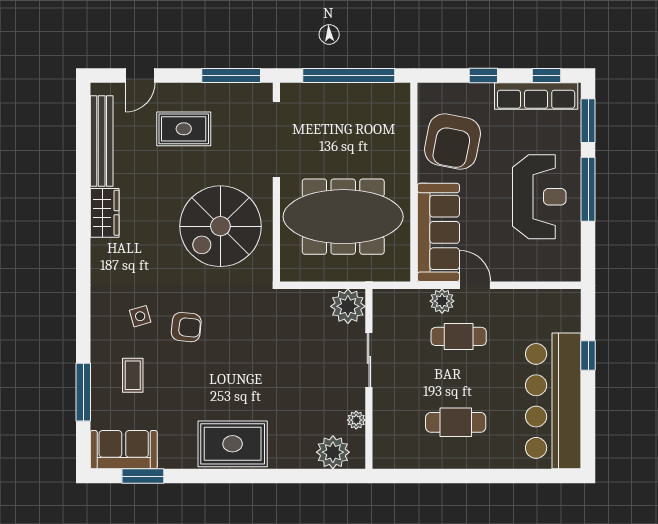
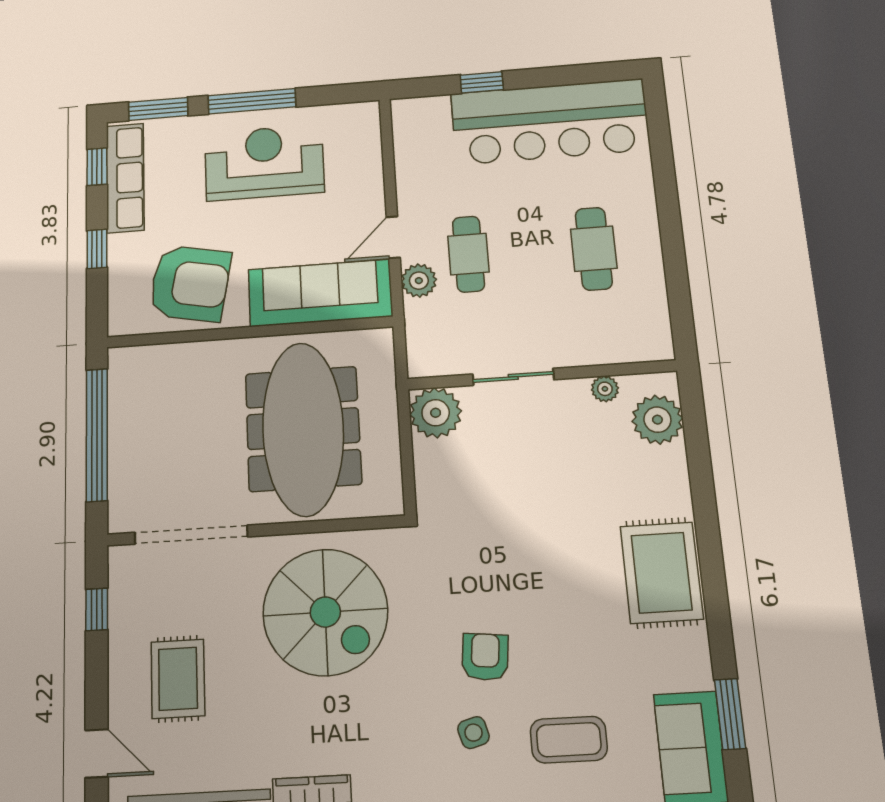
window: (231, 76) -> (97, 609), width x0.46
coffee table: (133, 375) -> (569, 740), width x1.36, depth x1.30

